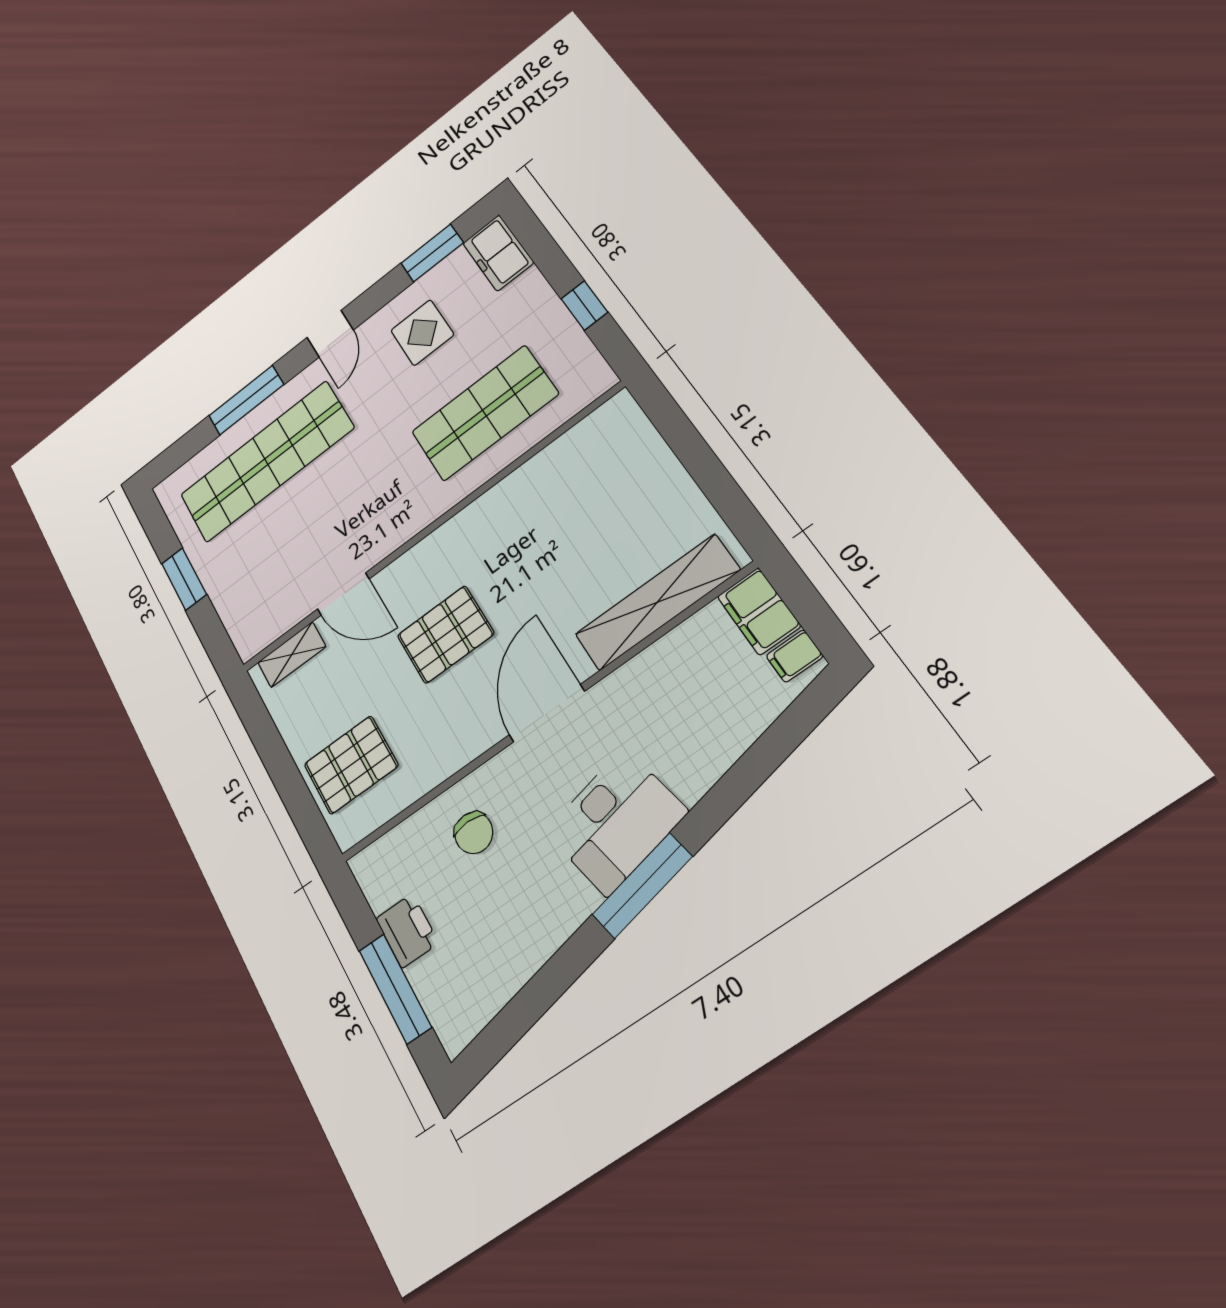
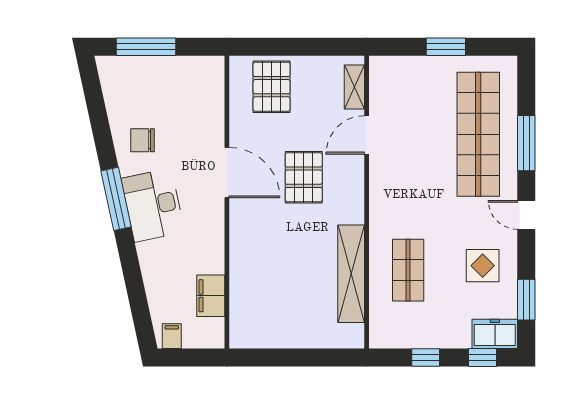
window: (538, 243) -> (482, 357), added
shop shelf: (484, 413) -> (408, 270), width x0.70, depth x0.74
shelving: (657, 602) -> (351, 274), moved
filing cabinet: (759, 611) -> (211, 296), moved, turned -90
door: (547, 713) -> (227, 173), moved
chair: (474, 833) -> (143, 140), moved
printer: (407, 931) -> (169, 69), removed

